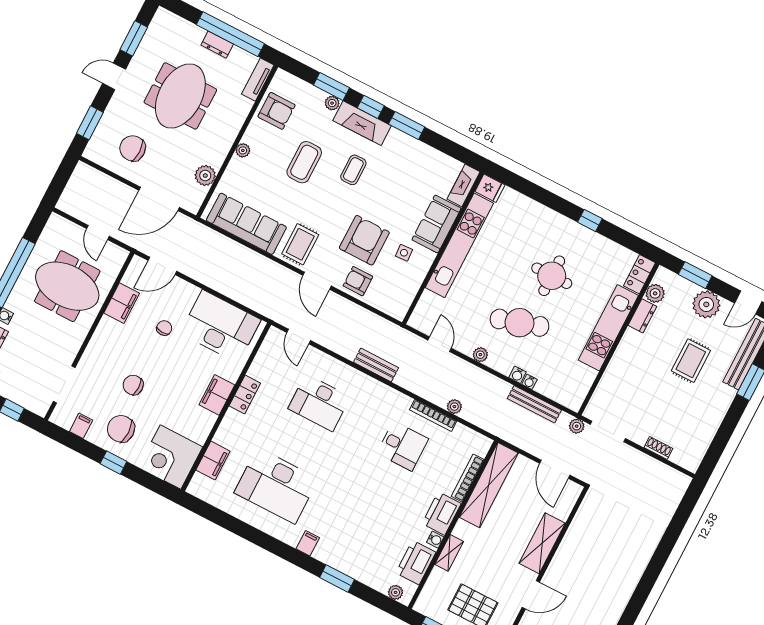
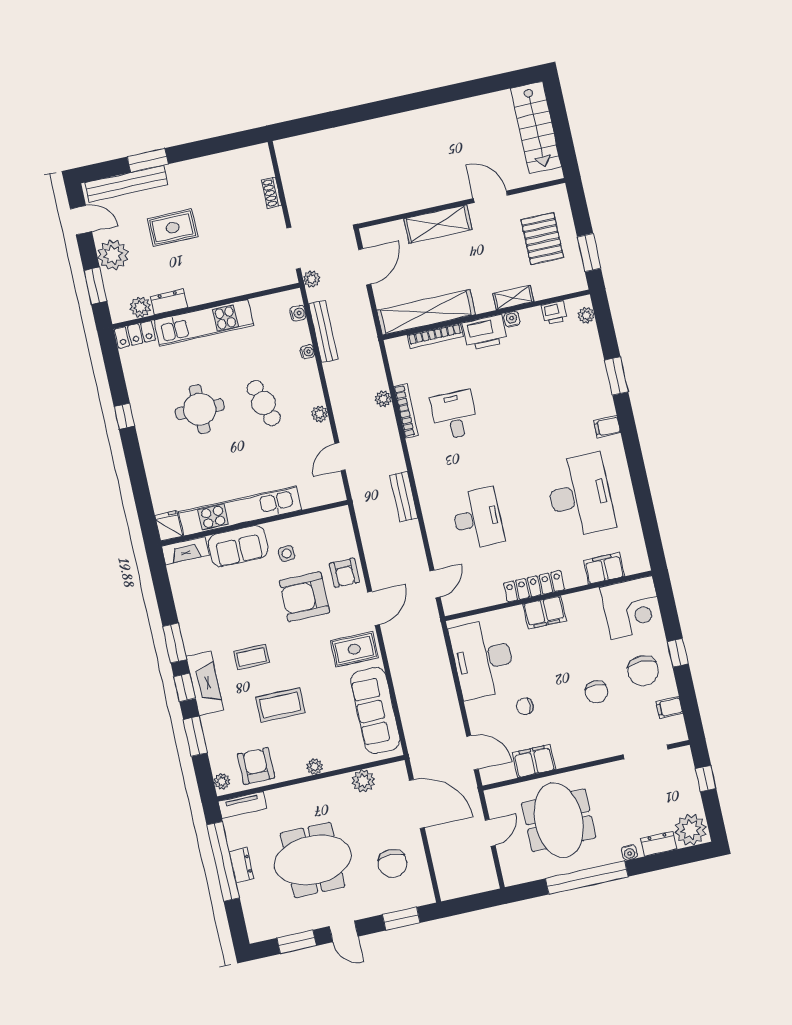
plant: (332, 103) -> (222, 781), moved
cafe table: (520, 323) -> (264, 403), width x0.73, depth x0.74
water cooler: (518, 375) -> (298, 313), moved
locker: (245, 395) -> (534, 586), width x1.53
printer: (416, 563) -> (554, 313), width x0.53, depth x0.68

